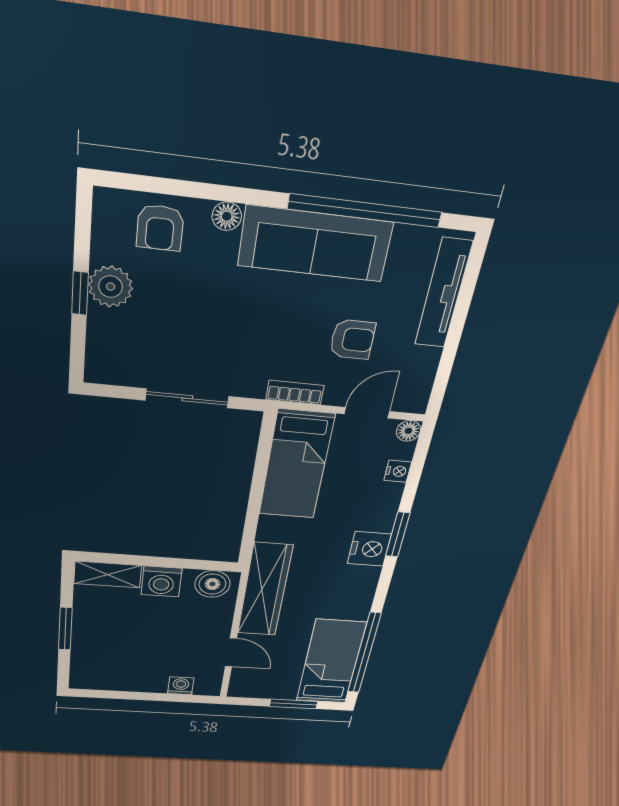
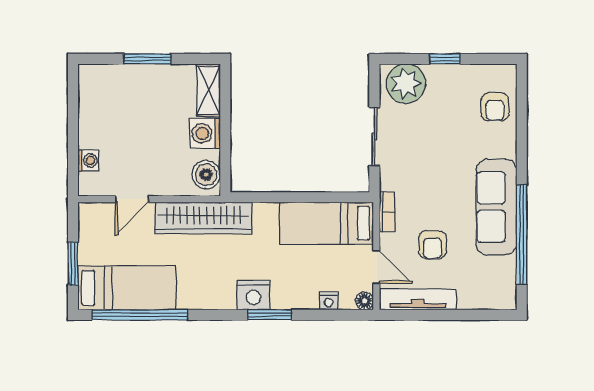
floor lamp: (227, 216) -> (508, 148), removed
armchair: (160, 228) -> (495, 107), turned -90
plant: (111, 287) -> (406, 84), moved, width x1.36, depth x1.36
tv unit: (443, 294) -> (418, 299), moved

